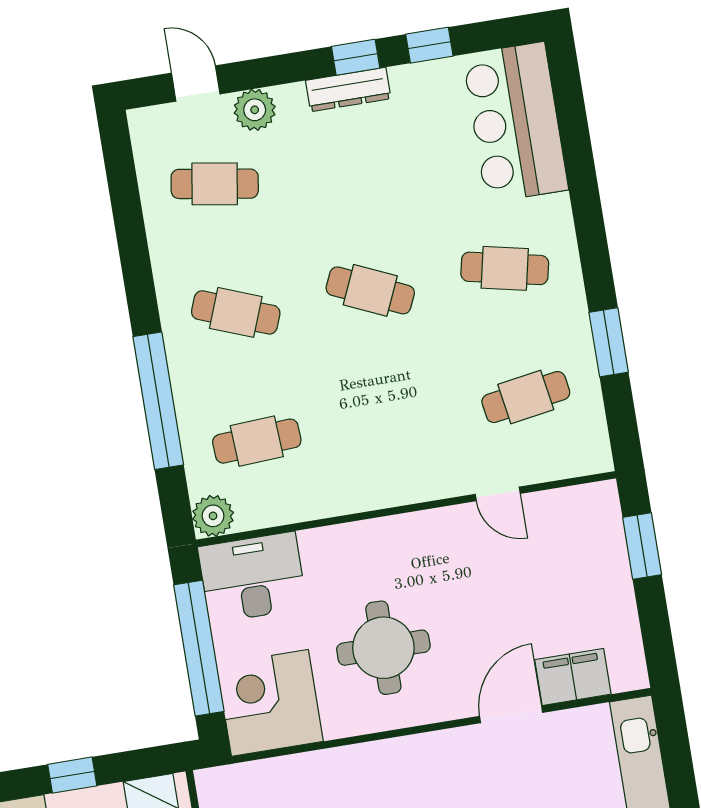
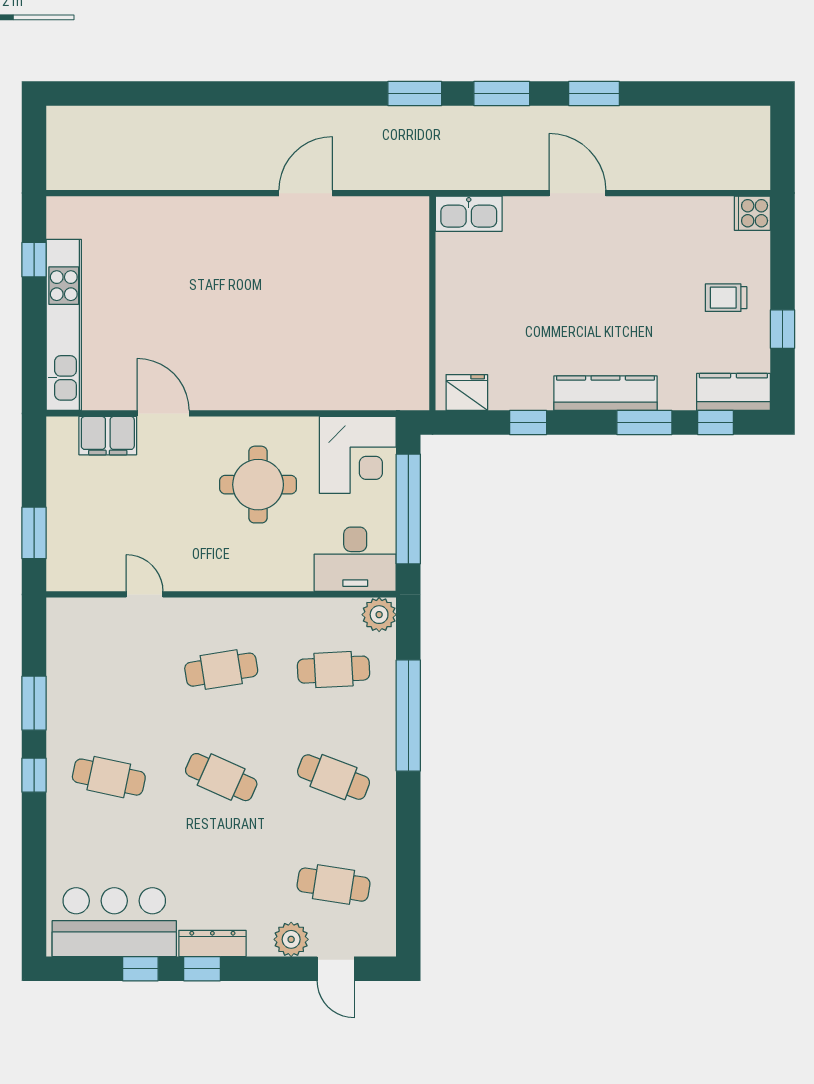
bar counter: (515, 122) -> (114, 922), moved, turned -90
window: (595, 256) -> (34, 775), added
cafe table: (526, 397) -> (221, 670), moved
door: (511, 714) -> (163, 413), swing flipped

